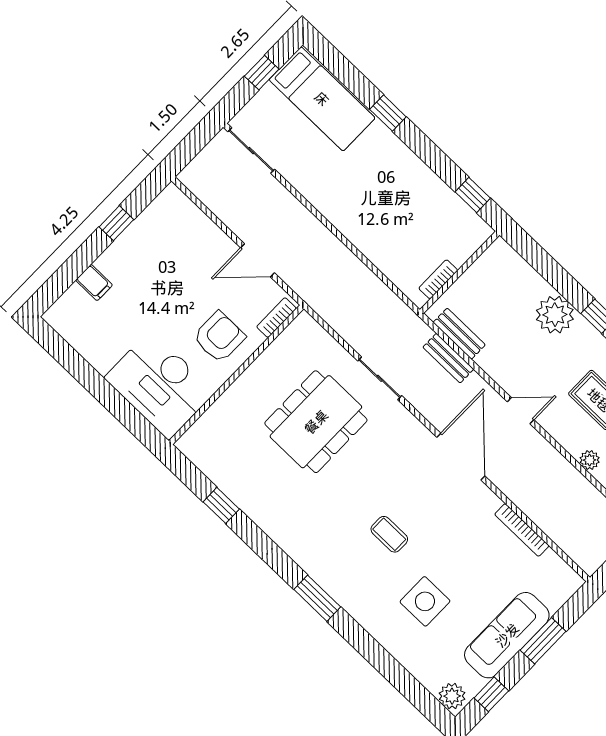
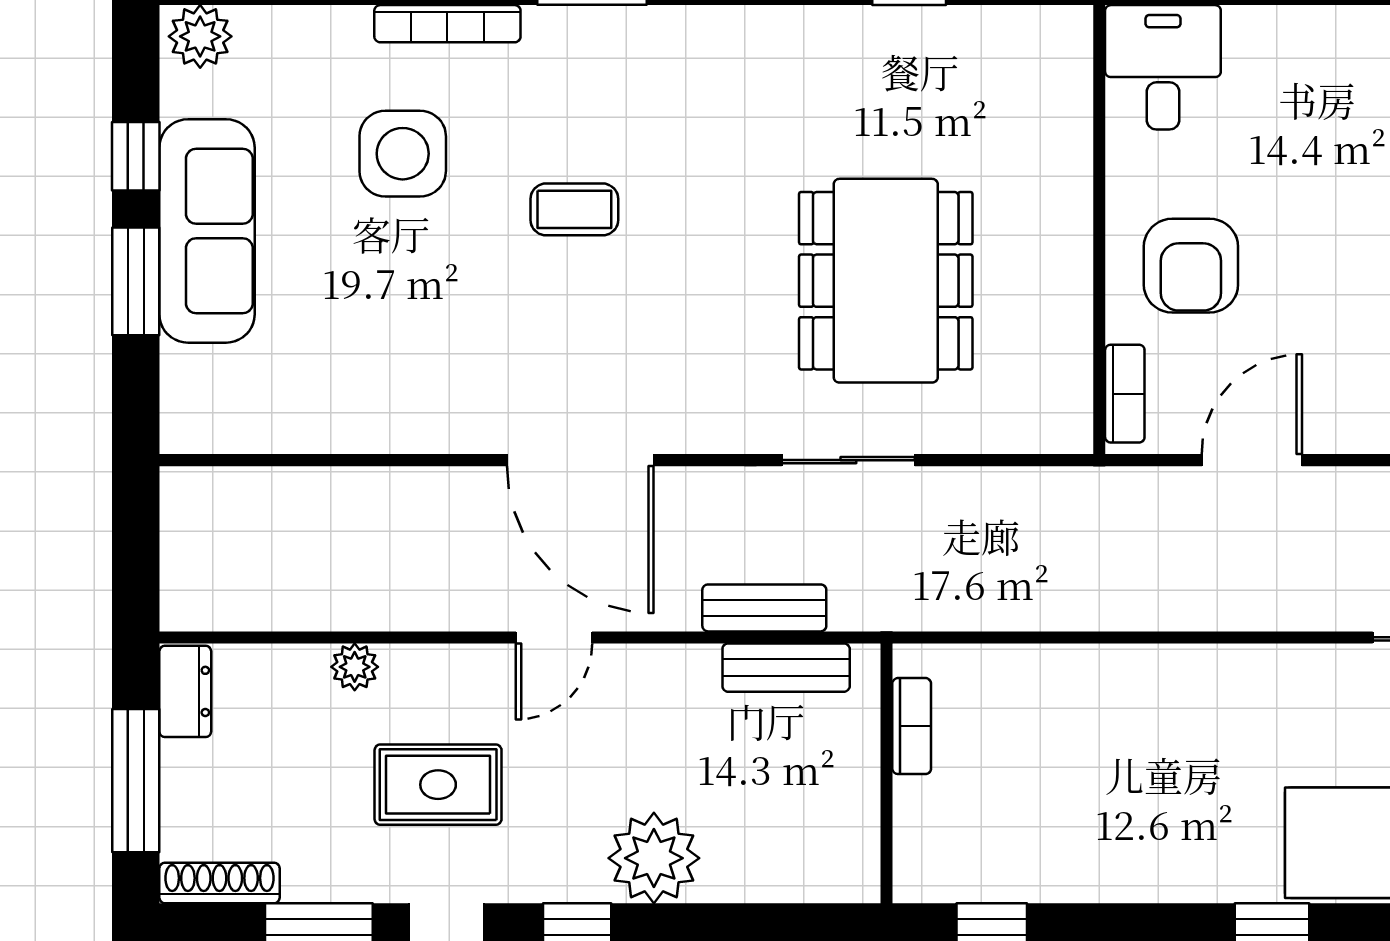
desk: (160, 385) -> (1163, 67), width x0.53, depth x0.77
bookcase: (522, 530) -> (447, 24), moved, turned 180
window: (491, 694) -> (136, 156), moved

